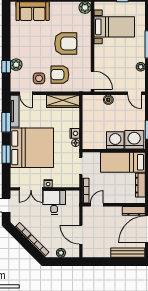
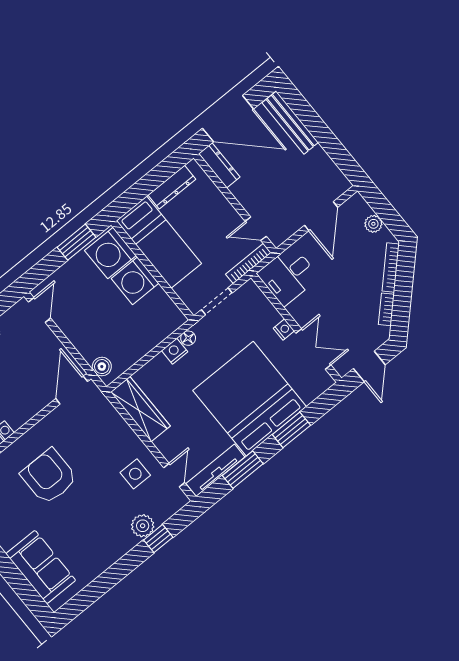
armchair: (60, 75) -> (103, 447), removed
boiler: (108, 100) -> (102, 367), moved
desk: (54, 203) -> (288, 276), moved

